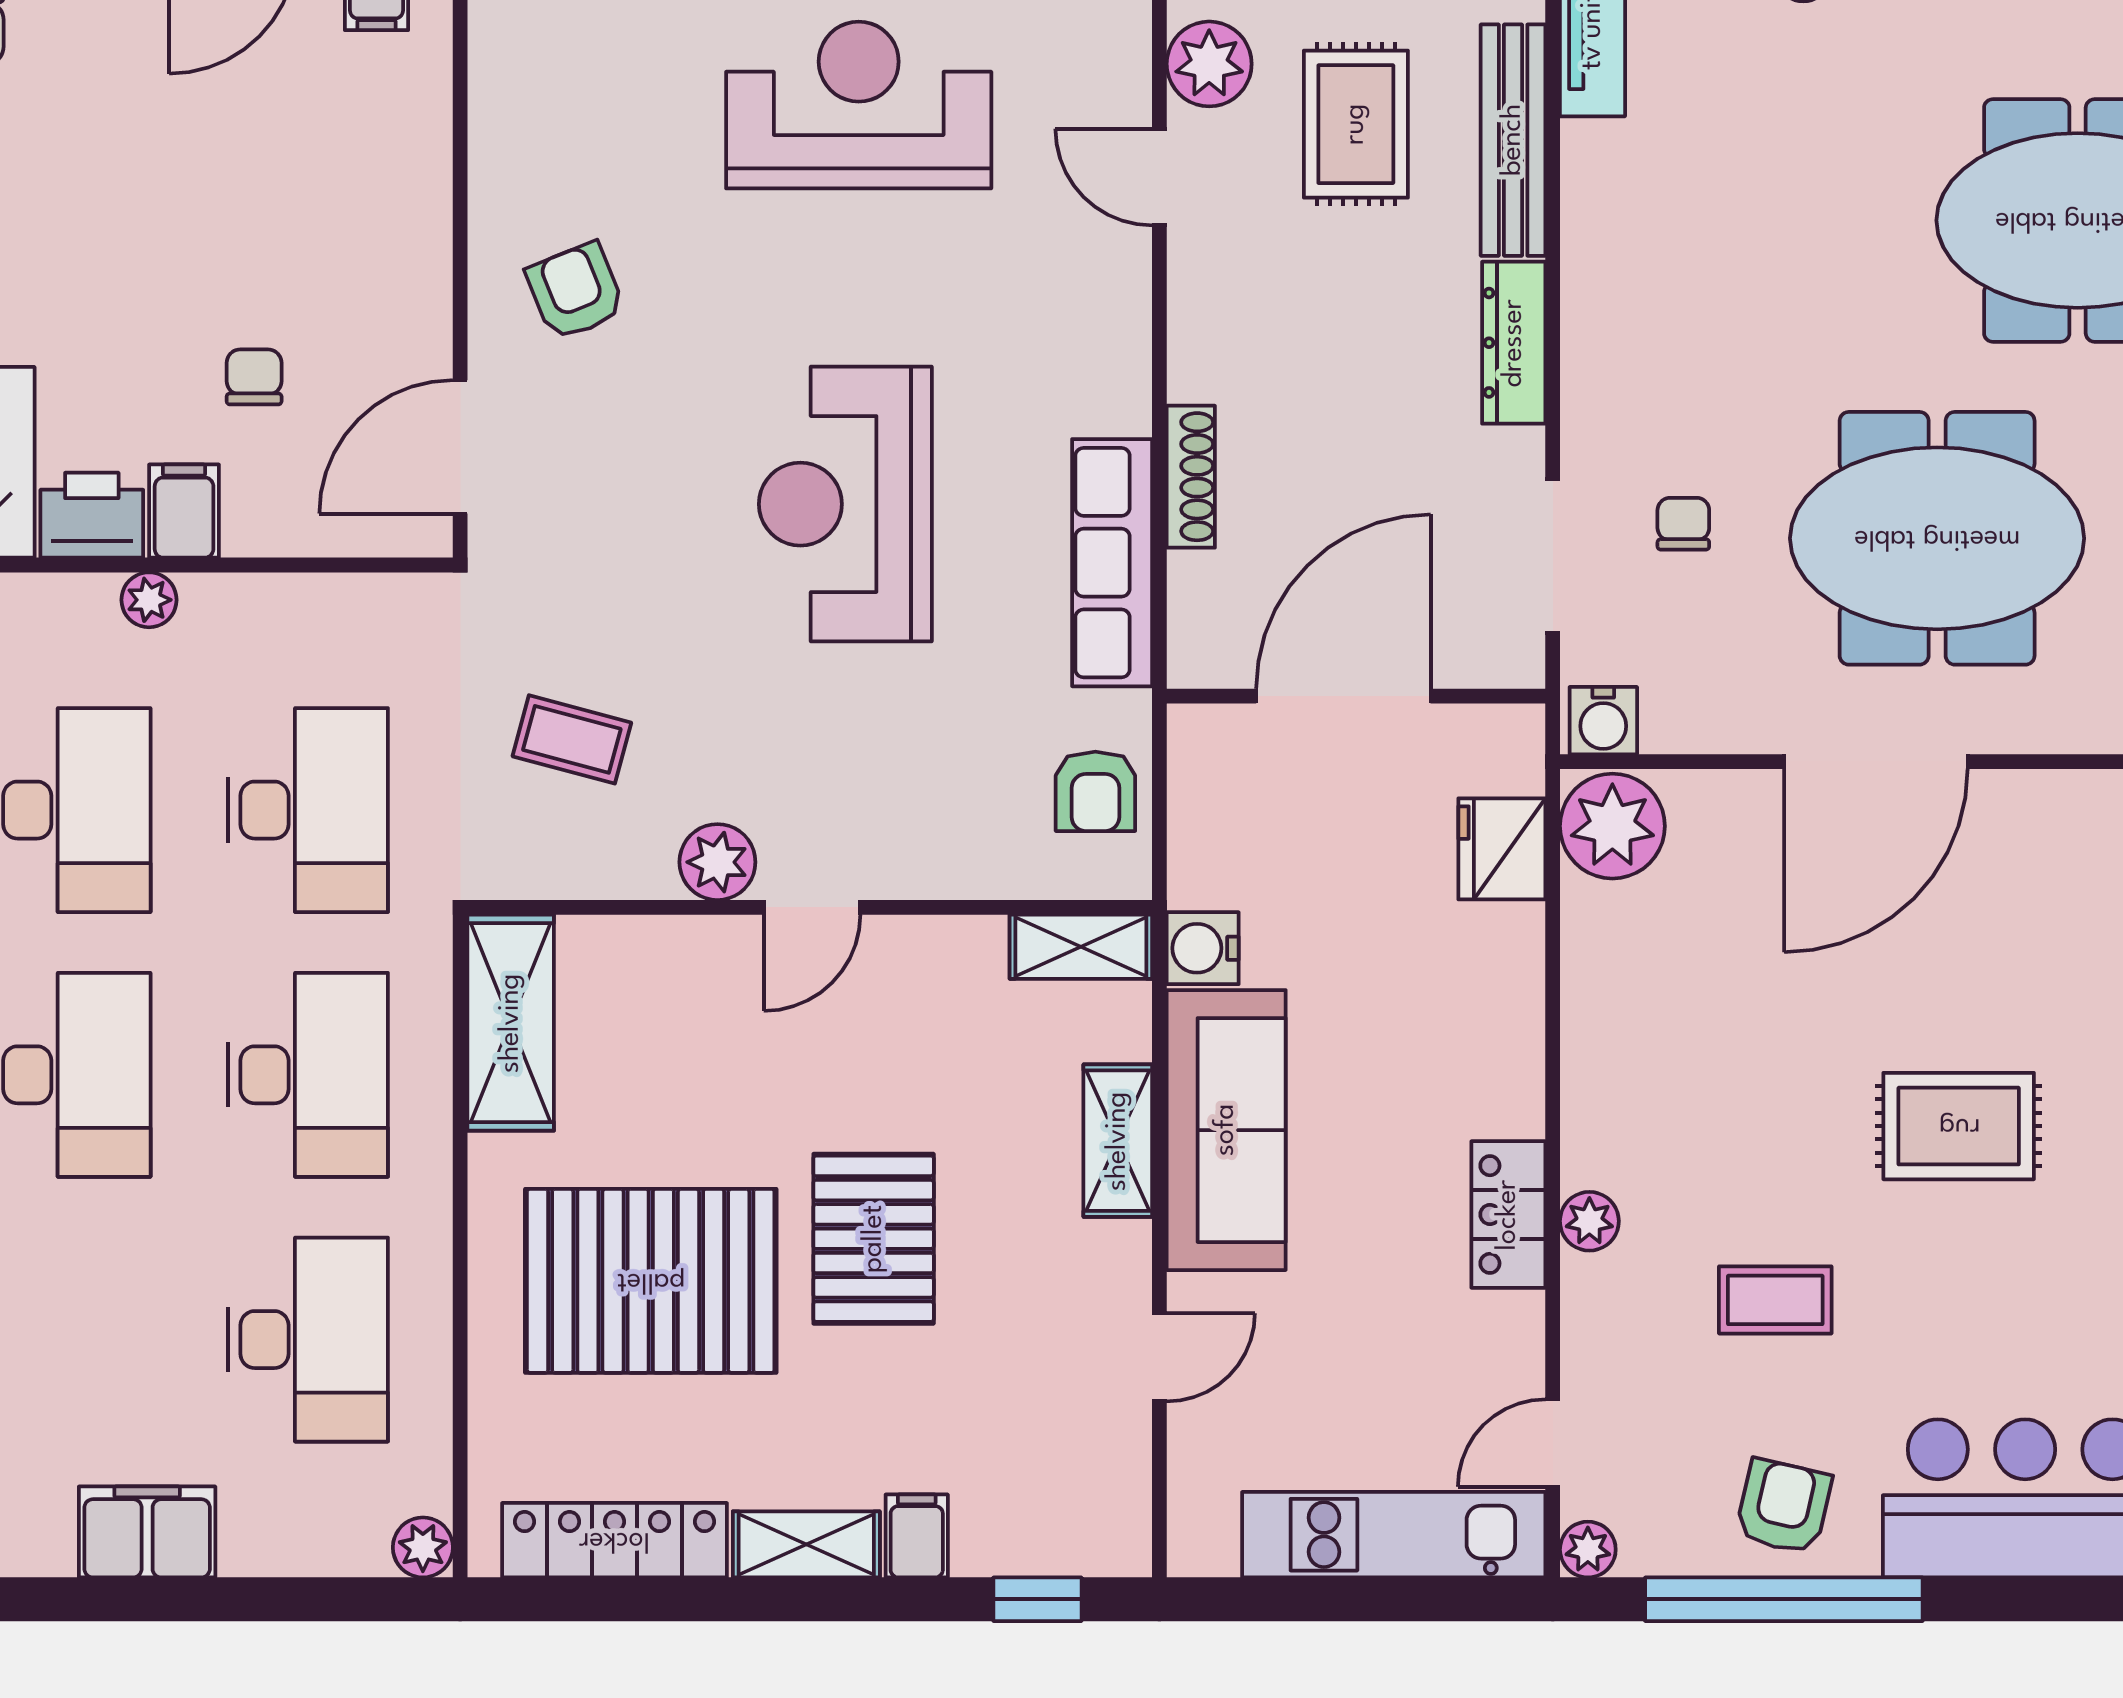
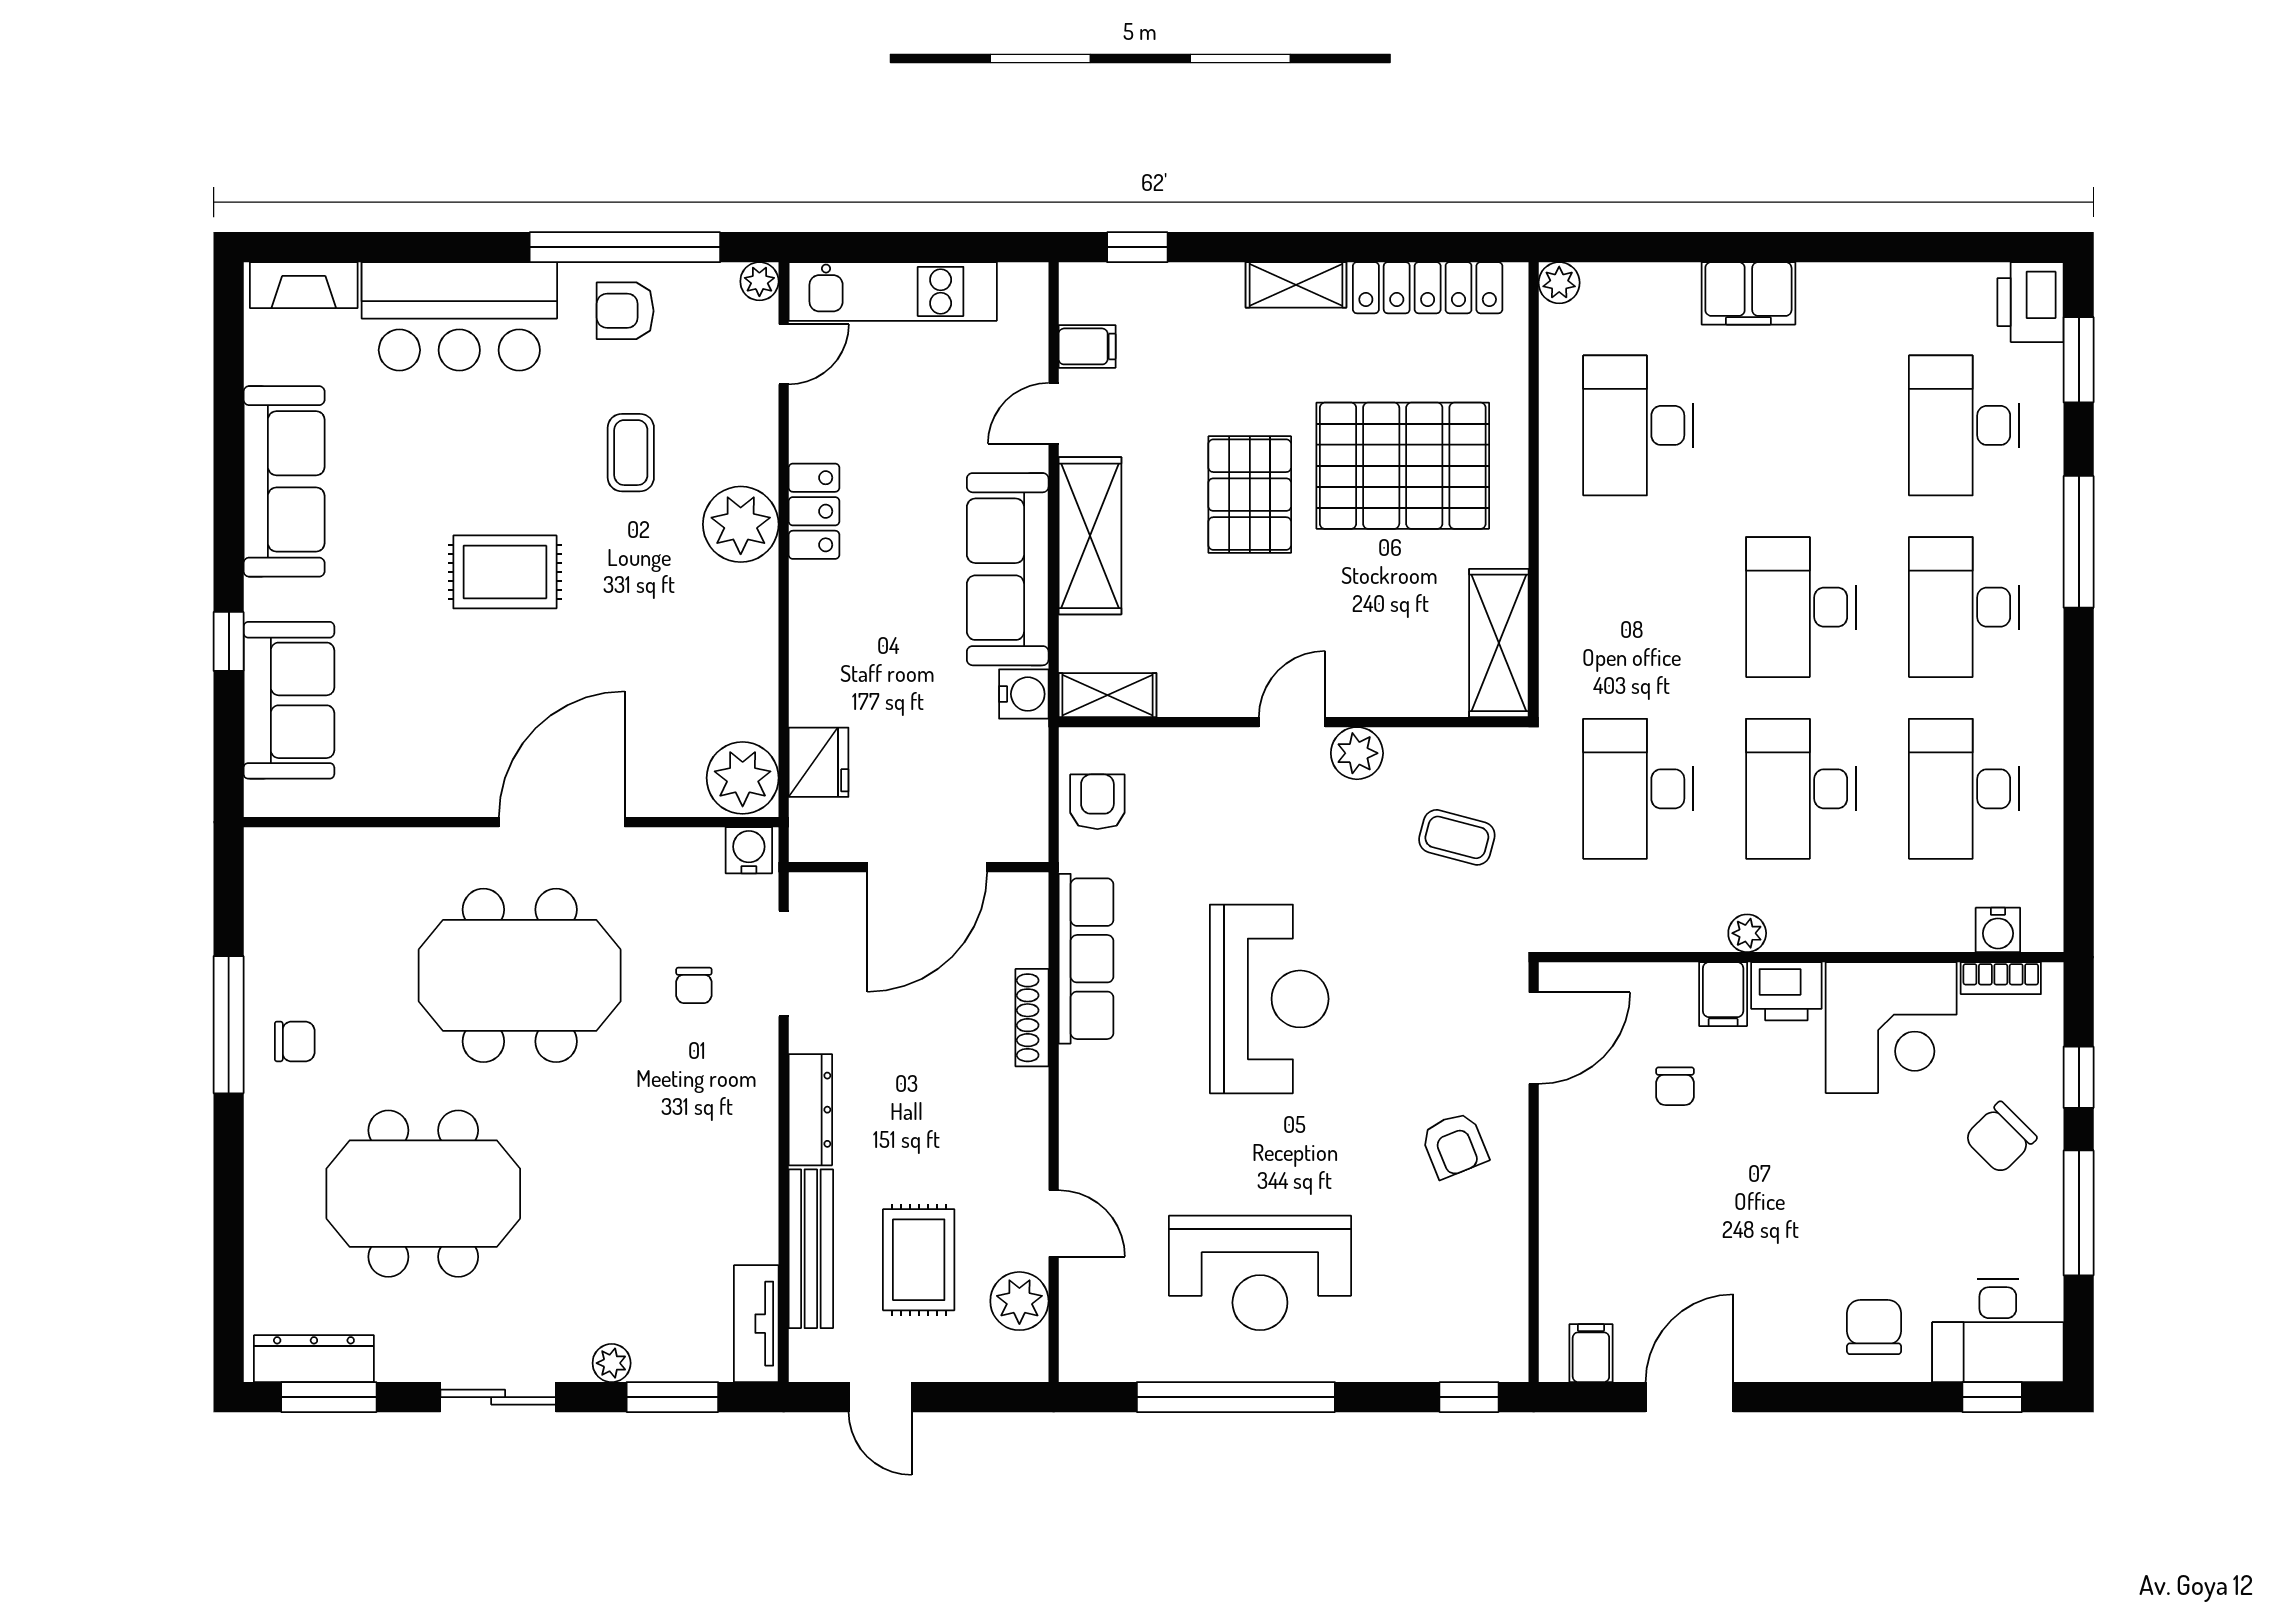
desk: (308, 1075) -> (1638, 607), removed
shelving: (1118, 1141) -> (1090, 536), width x1.50, depth x1.33
plant: (1589, 1221) -> (741, 524), width x1.87, depth x1.87
coffee table: (1775, 1300) -> (631, 453), turned 90
armchair: (1784, 1507) -> (625, 311), turned 77
filing cabinet: (917, 1536) -> (1087, 346), moved, turned -90

